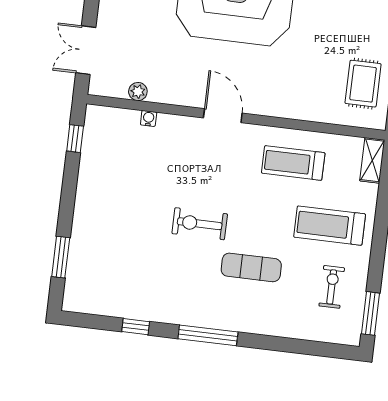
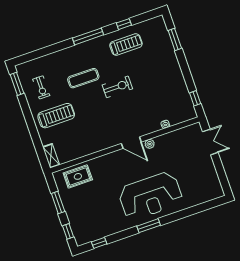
rug: (363, 84) -> (78, 176), moved, turned 90
plant: (138, 92) -> (150, 144), moved
treadmill: (293, 163) -> (126, 44), moved

